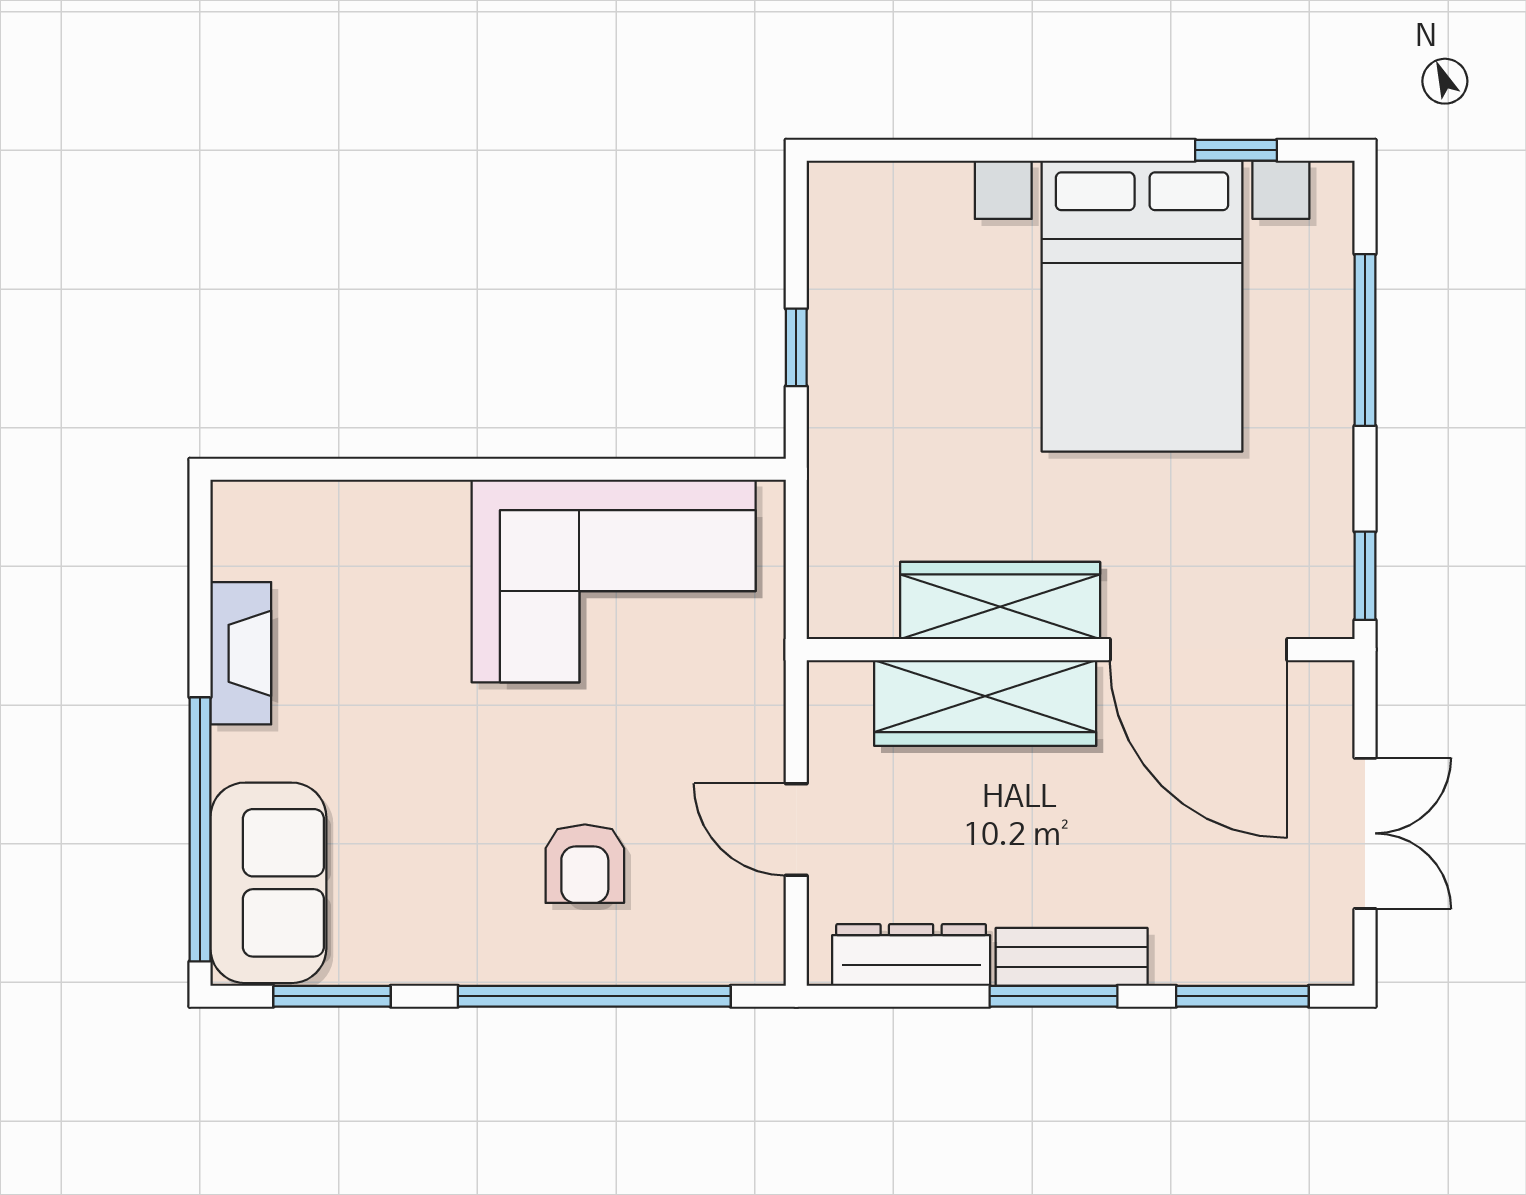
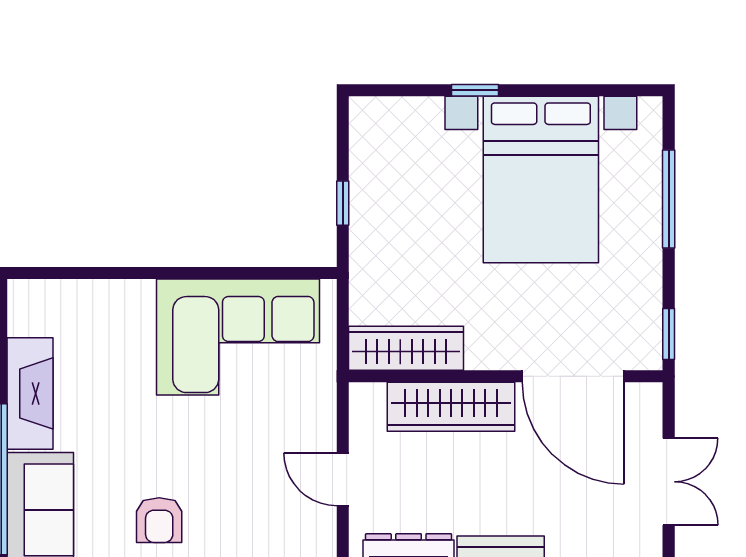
window: (1236, 150) -> (475, 90), moved
wardrobe: (1000, 601) -> (406, 348), moved
fireplace: (241, 653) -> (30, 393), width x1.37, depth x1.32
armchair: (585, 864) -> (159, 520), moved

